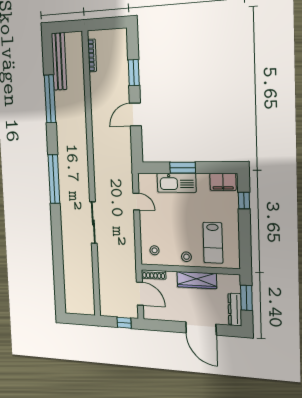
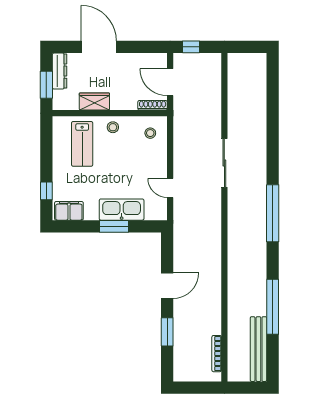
lab bench: (213, 243) -> (82, 144), turned 180
wardrobe: (197, 280) -> (94, 101), width x0.67

